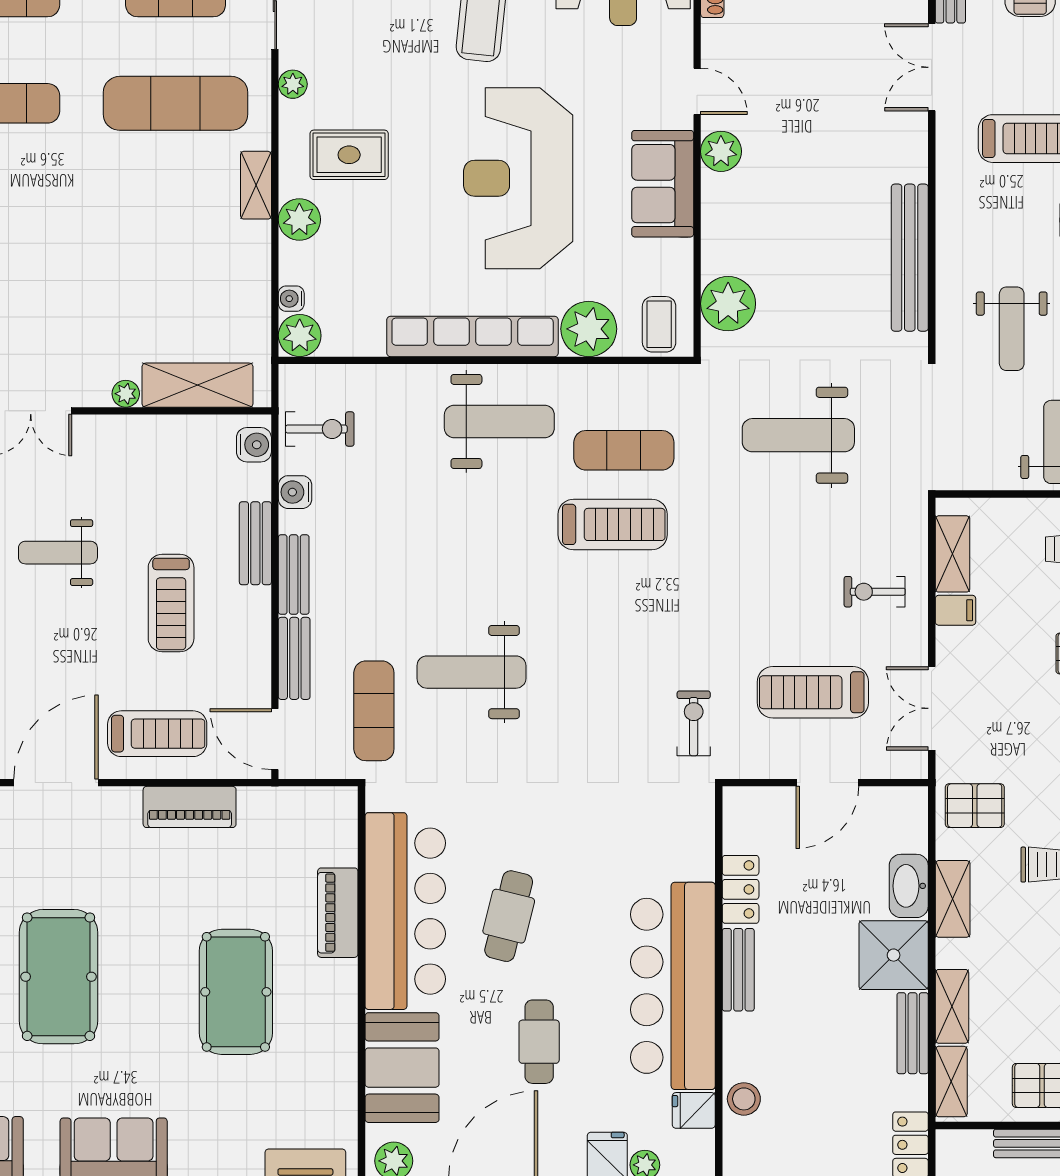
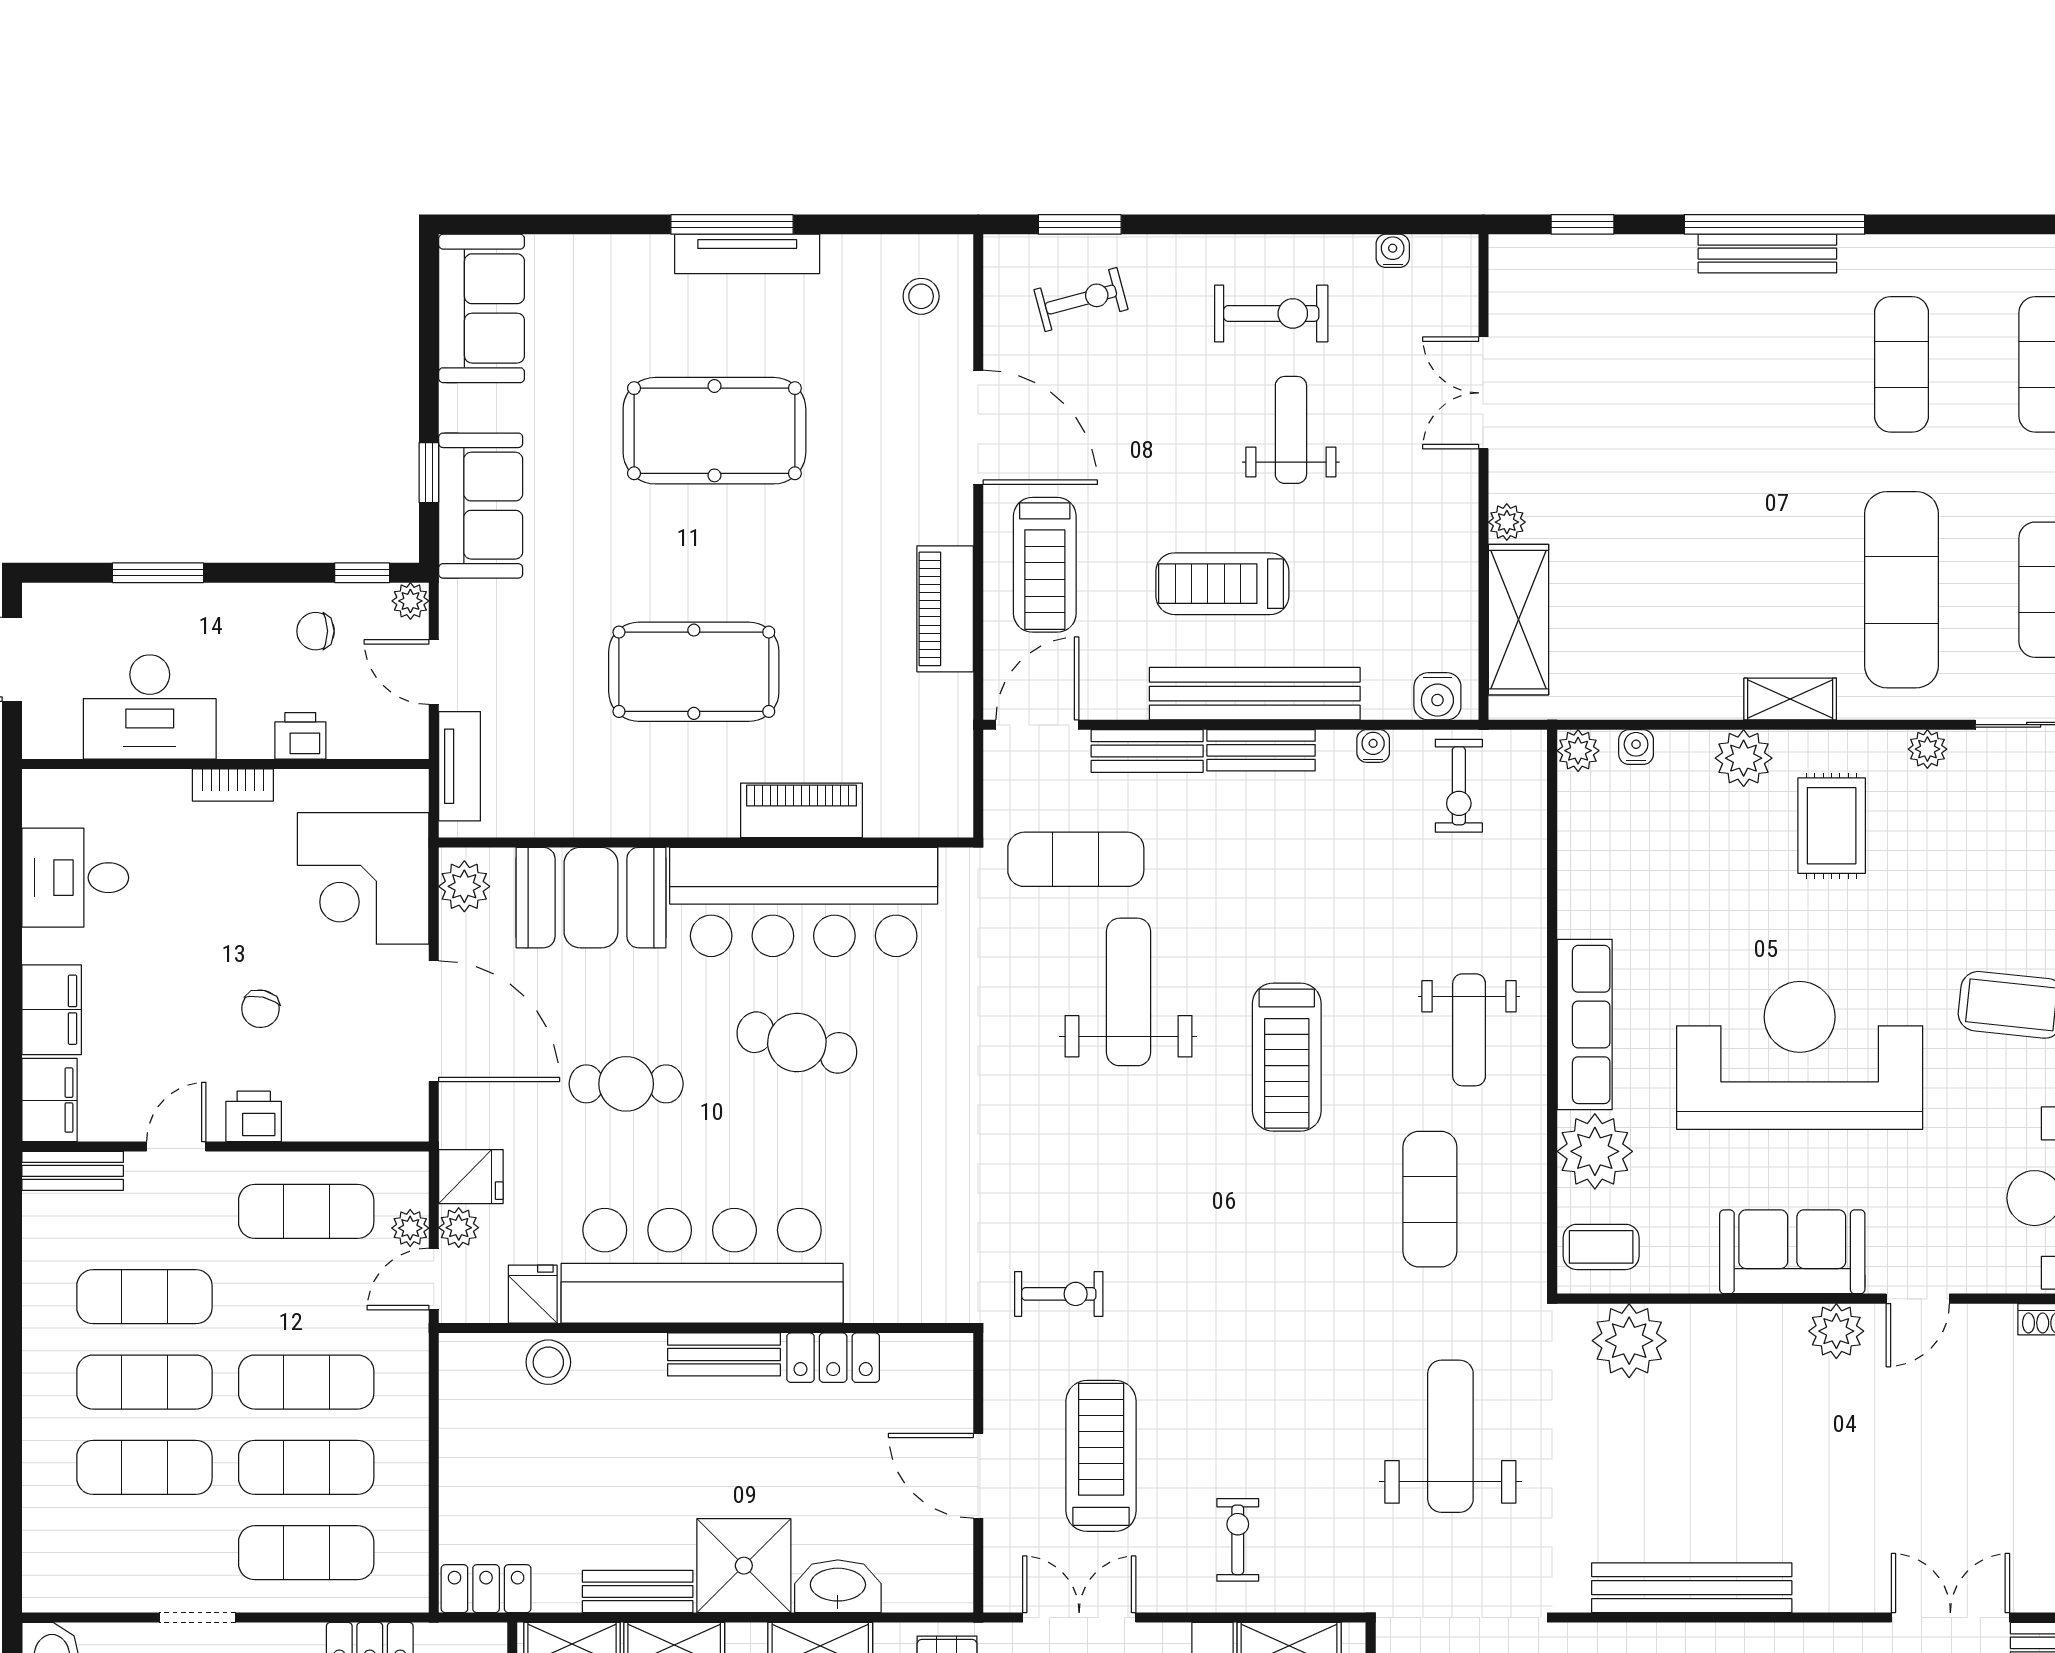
plant: (300, 336) -> (1578, 751), width x0.73, depth x0.73
row of seats: (473, 336) -> (1585, 1024), width x0.73
weight bench: (499, 421) -> (1469, 1030), width x0.73, depth x0.75
water cooler: (295, 492) -> (1373, 746), width x0.72, depth x0.72
treadmill: (613, 524) -> (1287, 1057), moved
bench: (255, 543) -> (1255, 694), width x1.86, depth x1.21

